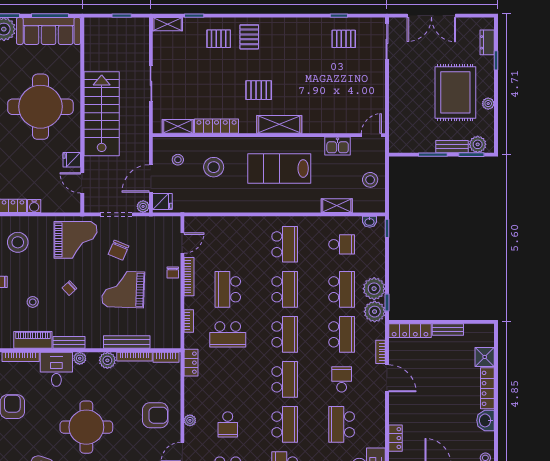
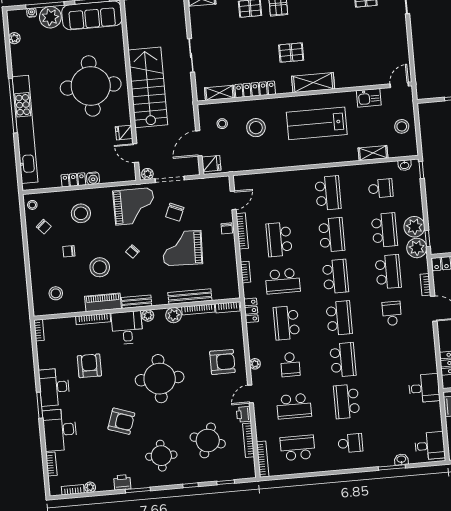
plant: (143, 206) -> (147, 174), moved
stool: (33, 302) -> (100, 267), width x1.89, depth x1.89
school desk: (342, 424) -> (286, 323), moved

